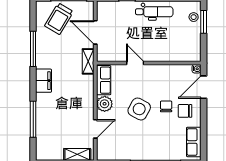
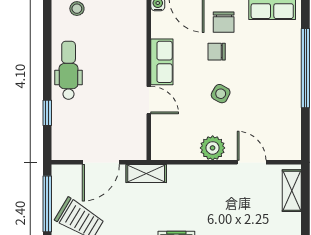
door: (135, 63) -> (149, 100), swing flipped
row of seats: (104, 80) -> (162, 62), moved, turned 90
side table: (139, 109) -> (221, 94), width x0.54, depth x0.54

